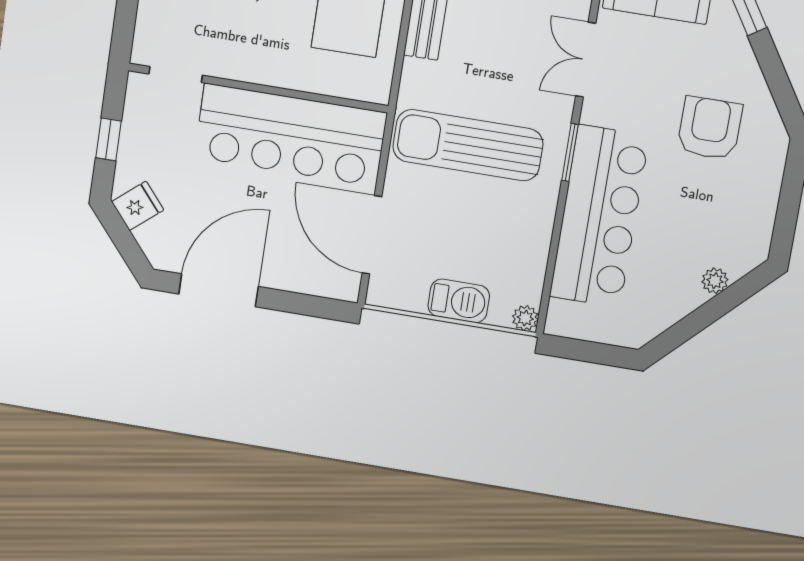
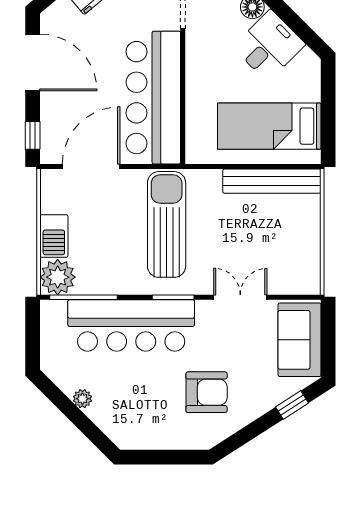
window: (549, 275) -> (83, 297), added
plant: (715, 281) -> (82, 399), moved
window: (317, 307) -> (33, 135), added
plant: (525, 318) -> (58, 277), width x1.88, depth x1.88

